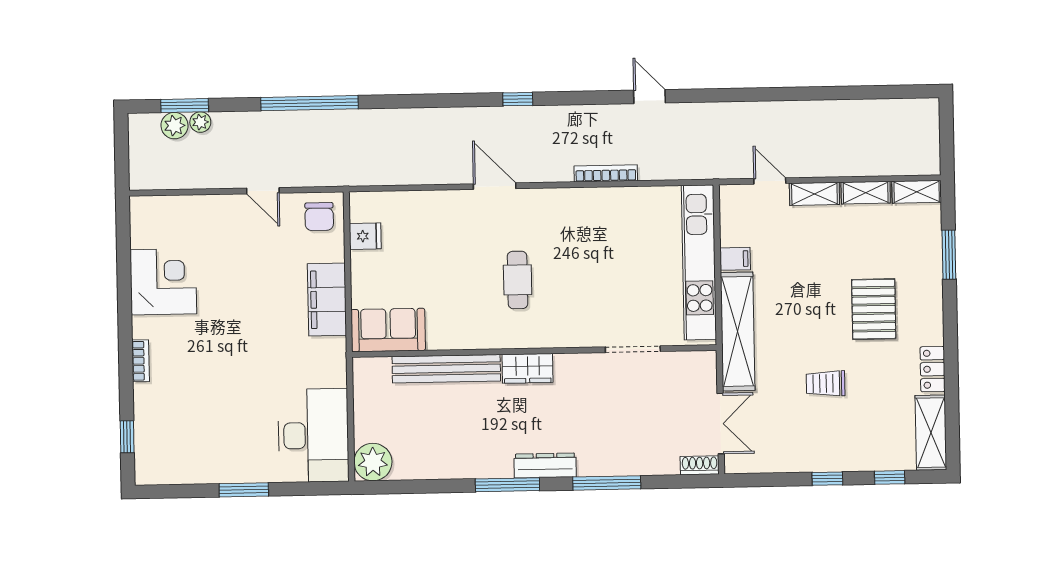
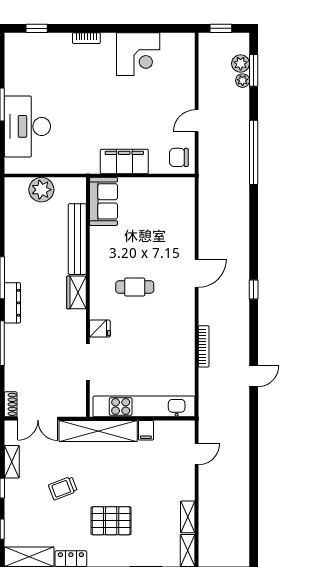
window: (122, 156) -> (221, 28), added
shelving: (814, 194) -> (12, 462), moved
fridge: (365, 236) -> (100, 329), moved, turned -90
trolley: (826, 383) -> (63, 488), turned -111
desk: (313, 435) -> (27, 126), moved, turned 90
plant: (373, 462) -> (41, 190), moved

